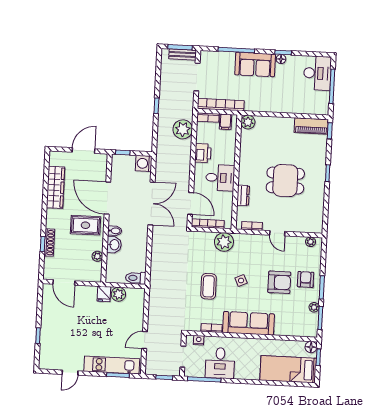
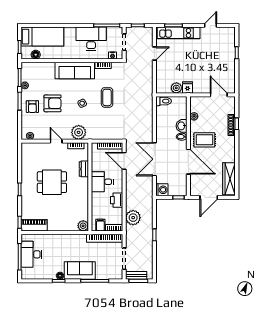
desk: (317, 73) -> (31, 254), moved
wardrobe: (55, 187) -> (229, 179), moved
plant: (224, 242) -> (79, 132), moved
armchair: (279, 282) -> (53, 103), turned 180
floor lamp: (311, 347) -> (36, 55), moved
desk: (220, 363) -> (91, 39), width x1.37

